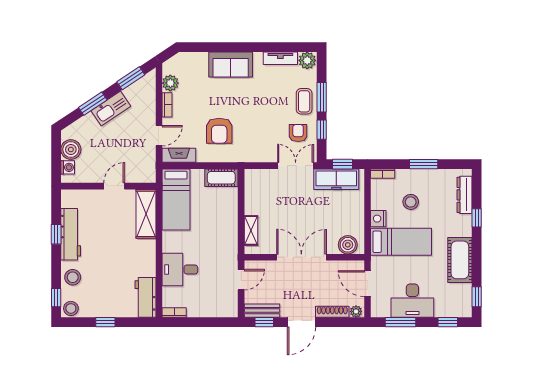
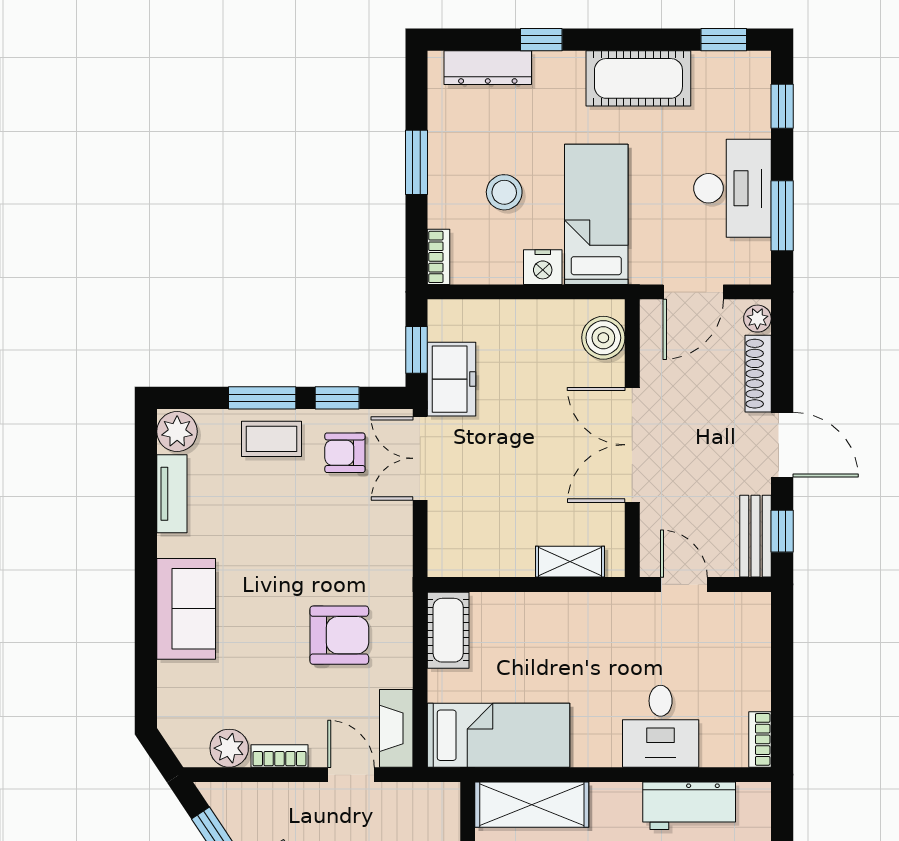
freezer: (336, 179) -> (452, 379), width x0.71
workbench: (145, 297) -> (689, 806), moved

